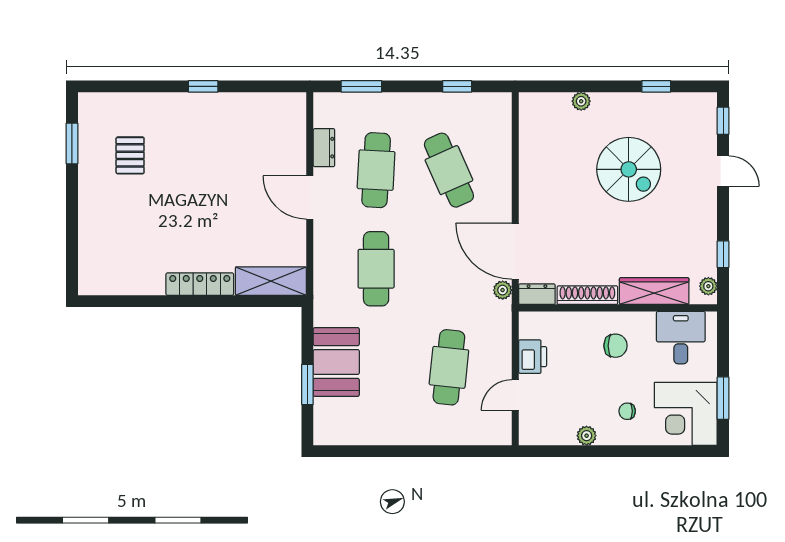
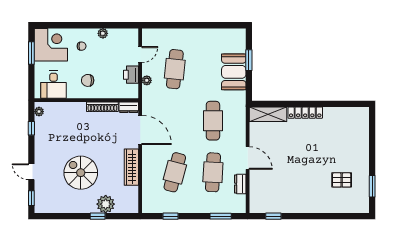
window: (203, 86) -> (273, 216), moved
window: (656, 86) -> (98, 216), moved
plant: (581, 101) -> (106, 204), width x1.88, depth x1.88
pallet: (130, 155) -> (342, 180), turned 90
cafe table: (449, 170) -> (175, 172), turned 39
plant: (503, 290) -> (147, 80), moved
wardrobe: (654, 291) -> (131, 167), moved, turned 90

